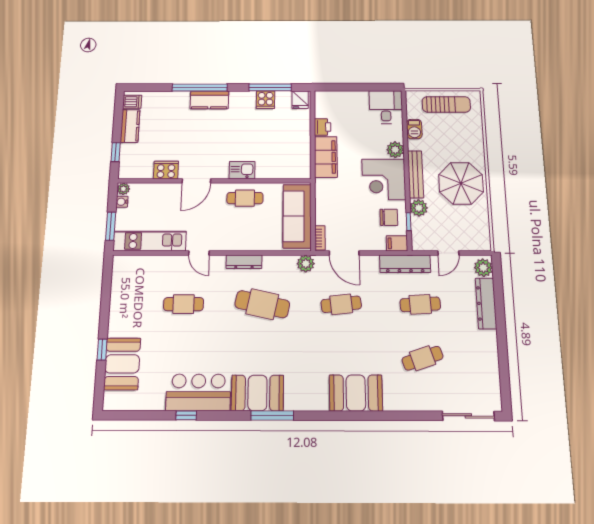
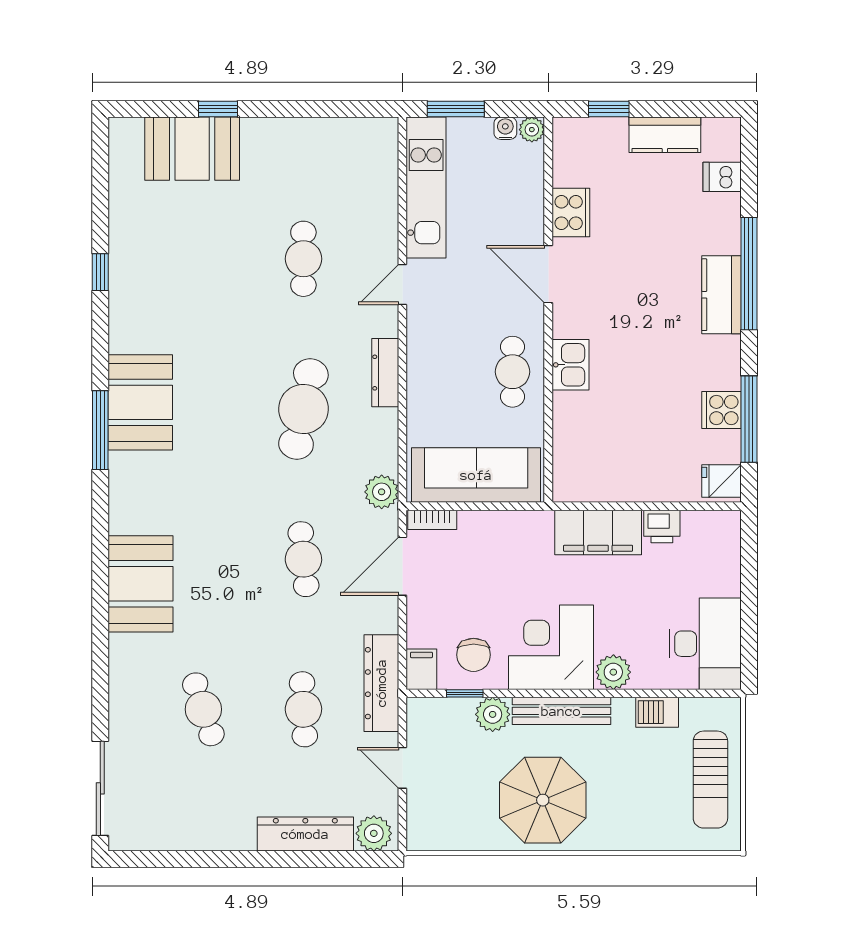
dishwasher: (132, 102) -> (722, 177), moved, turned 90
desk: (386, 107) -> (705, 644), width x1.37
bar counter: (198, 392) -> (141, 293), removed

